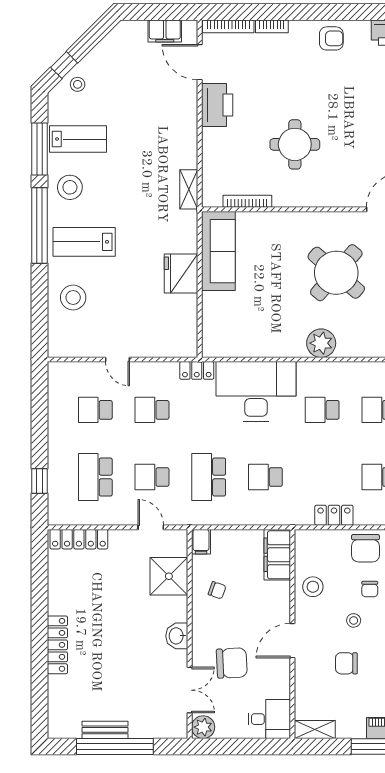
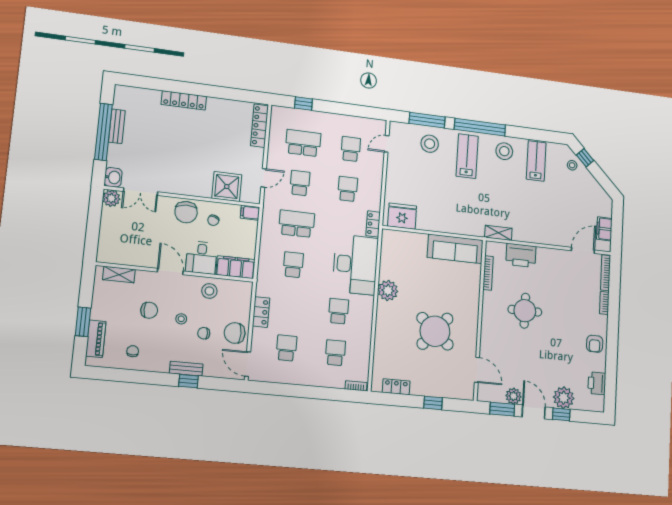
printer: (217, 105) -> (521, 255), moved
lab bench: (78, 139) -> (536, 161), turned 180
window: (40, 149) -> (427, 120), moved
fridge: (181, 274) -> (402, 216), moved
plant: (321, 343) -> (388, 290), moved
door: (118, 360) -> (387, 144), moved
washbasin: (177, 636) -> (113, 177), moved, turned 90
chair: (232, 663) -> (186, 212), moved
chair: (346, 663) -> (149, 310), turned 90
desk: (269, 719) -> (201, 258), moved
shelving: (315, 729) -> (119, 275), moved, turned 90

